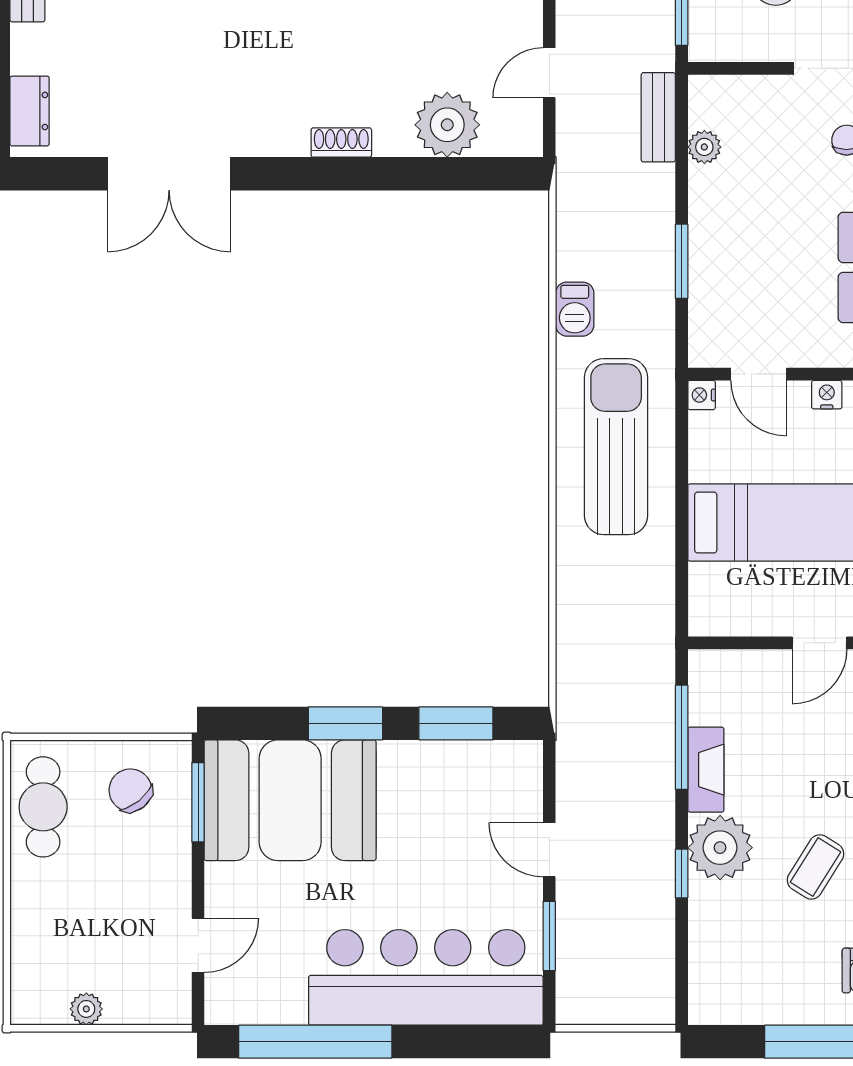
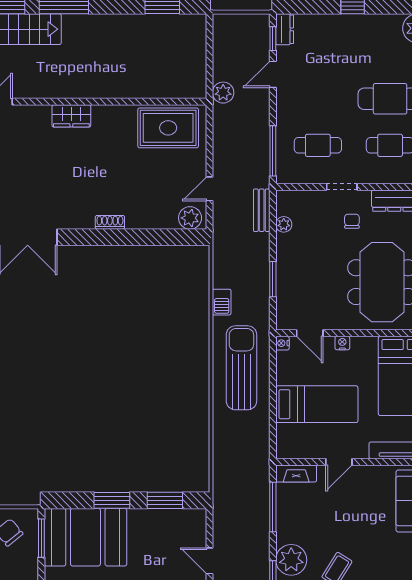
plant: (447, 125) -> (190, 218), moved, width x0.73, depth x0.73
fireplace: (706, 770) -> (296, 473), moved, turned 90

